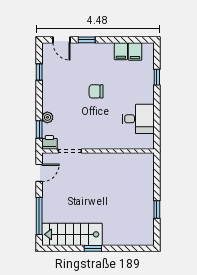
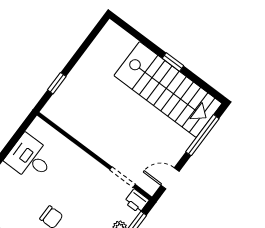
window: (157, 209) -> (57, 83), moved
stairs: (72, 234) -> (168, 90), width x1.36, depth x1.51

